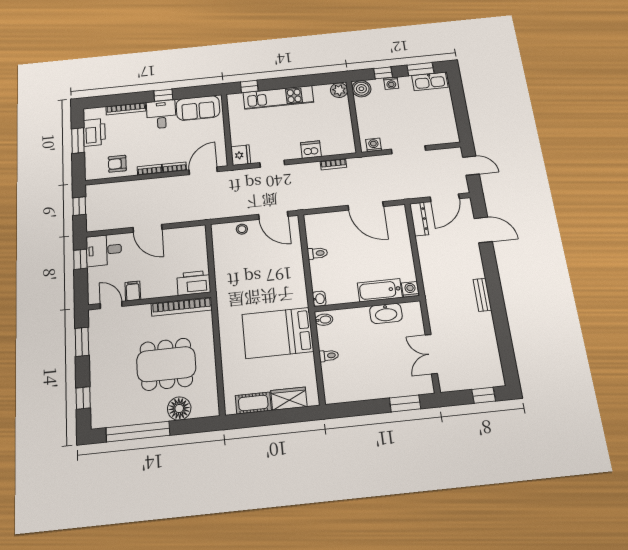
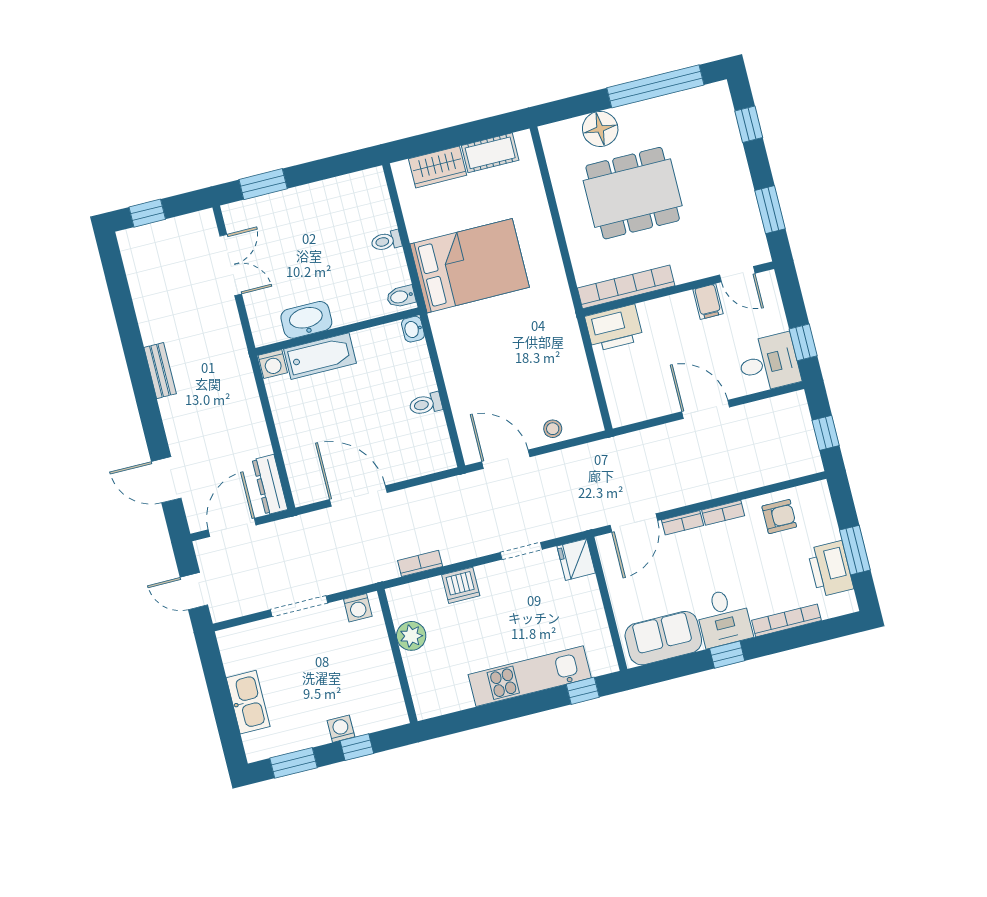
kitchen sink: (430, 81) -> (248, 702), moved, turned 90
boiler: (361, 89) -> (390, 711), removed
plant: (339, 90) -> (411, 636), moved

